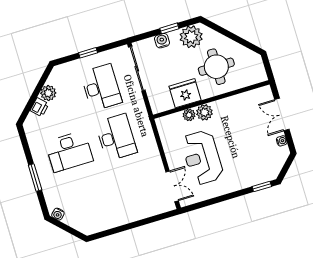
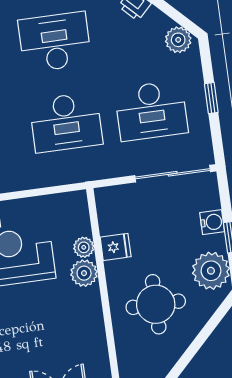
plant: (48, 93) -> (178, 40), moved
fridge: (185, 93) -> (116, 247), width x0.53, depth x0.75
desk: (69, 151) -> (55, 42), turned 90

